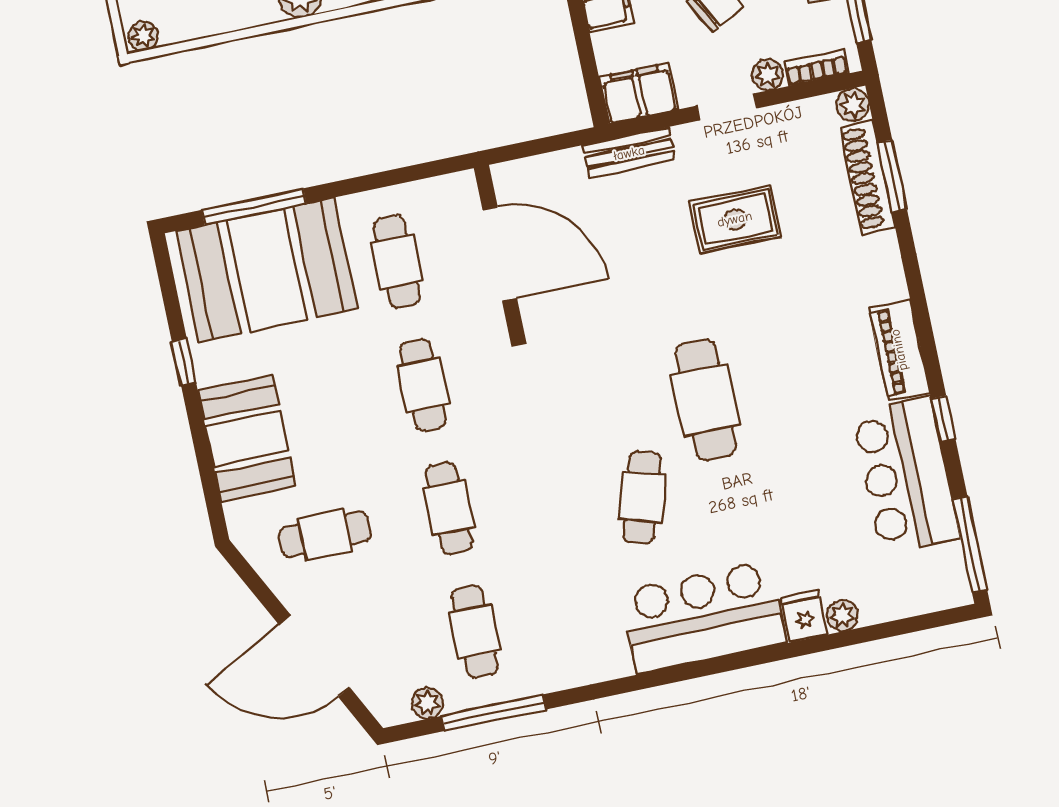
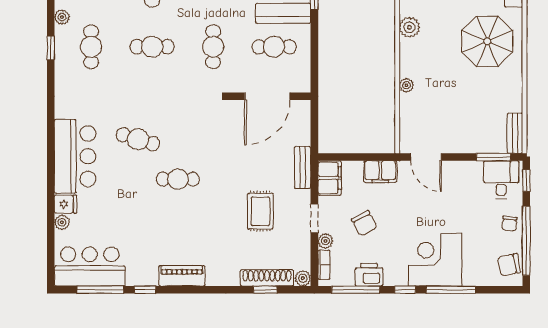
window: (892, 176) -> (265, 290), width x0.67
cafe table: (423, 385) -> (213, 47), turned 90
cafe table: (706, 400) -> (178, 179), width x0.73, depth x0.74
bar counter: (906, 475) -> (90, 266), moved
window: (970, 545) -> (100, 290), moved
cafe table: (475, 632) -> (91, 47), turned 90
window: (494, 713) -> (51, 48), width x0.46

